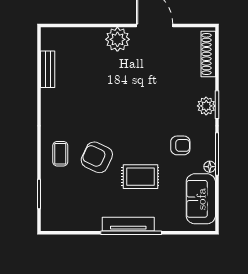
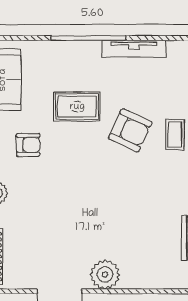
armchair: (180, 145) -> (28, 145), turned 180
tv unit: (128, 224) -> (134, 49), moved

